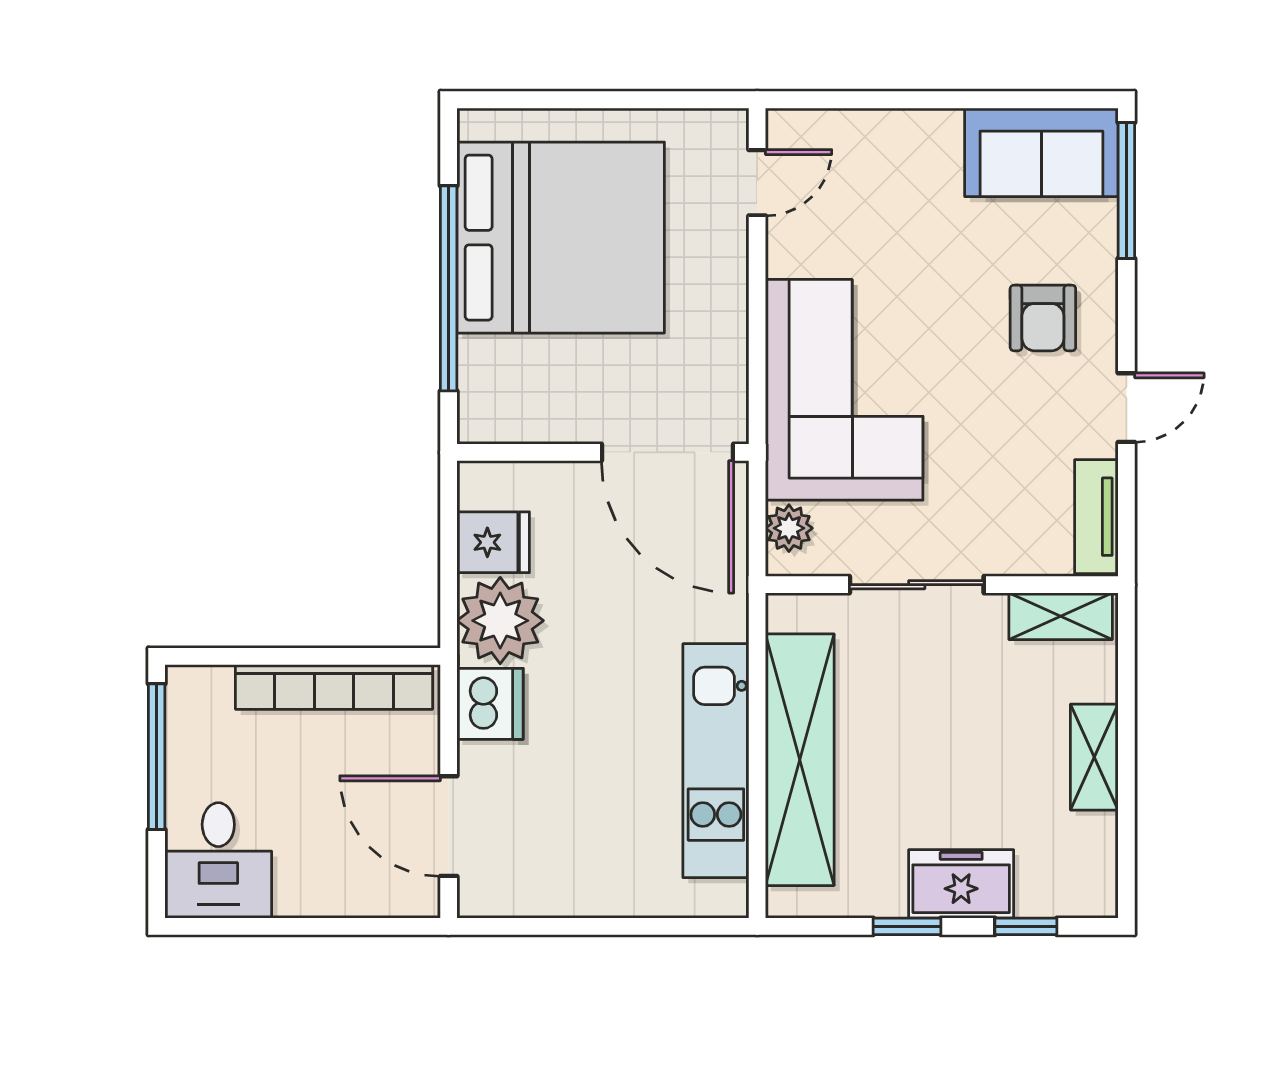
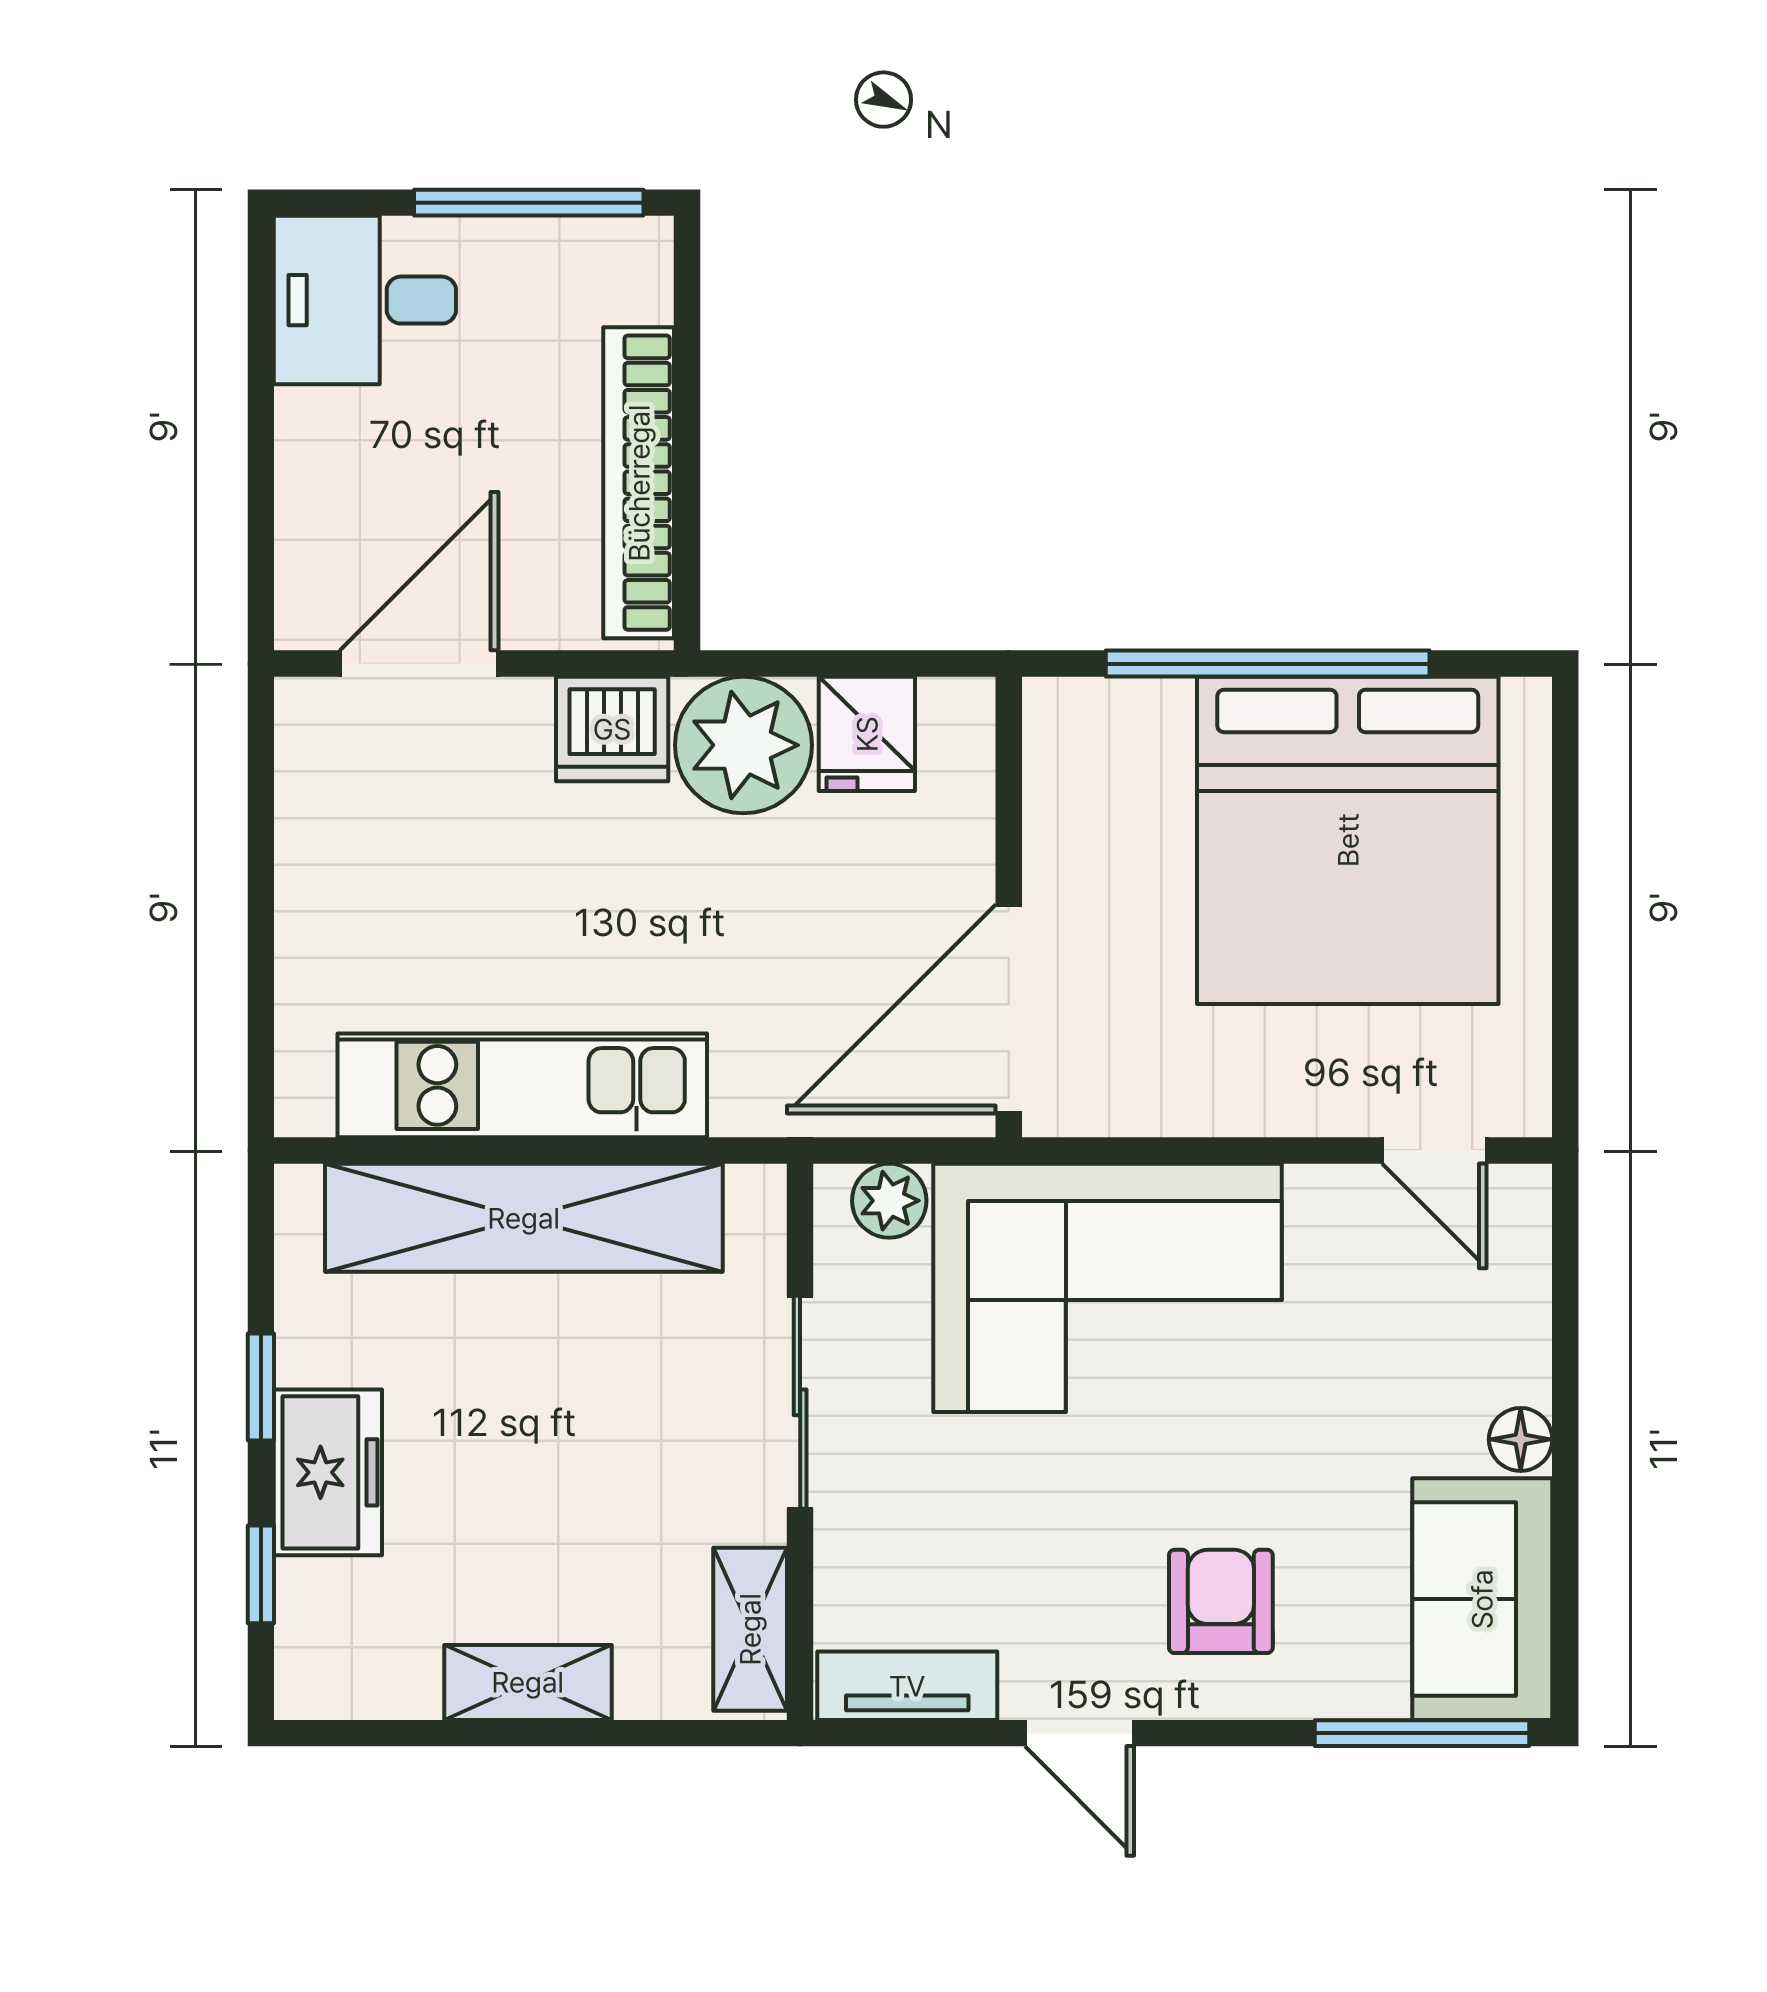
floor lamp: (940, 128) -> (1521, 1439), added
armchair: (1043, 318) -> (1221, 1601), turned 90

